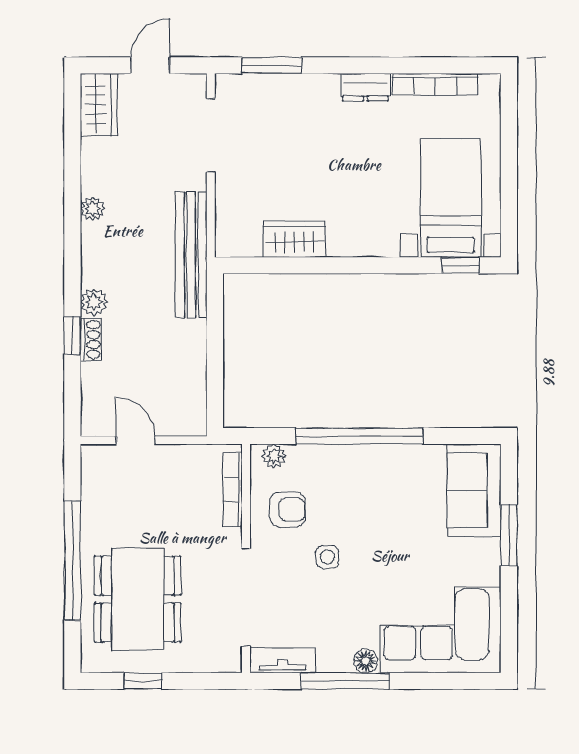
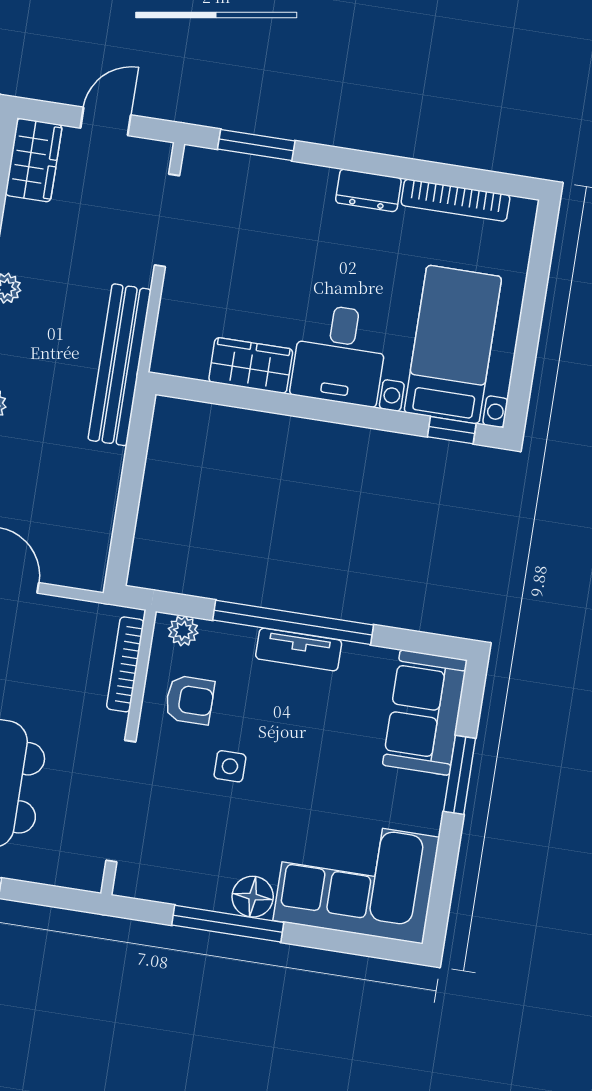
desk: (363, 220) -> (340, 355), added
tv unit: (283, 660) -> (299, 650), moved, turned 180
floor lamp: (366, 661) -> (253, 897), width x1.37, depth x1.37

